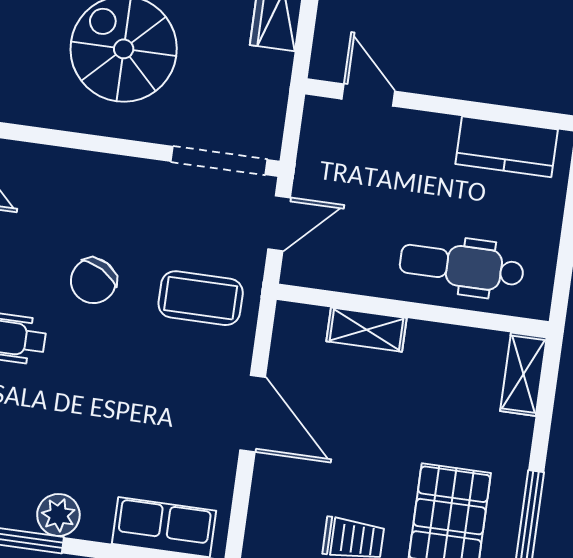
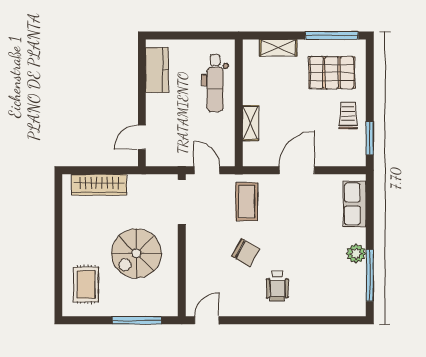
shelving: (523, 374) -> (278, 48), moved

